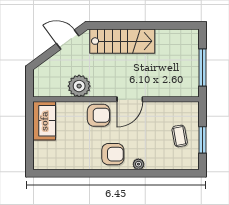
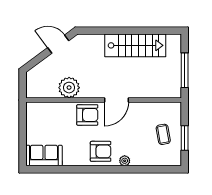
stairs: (122, 41) -> (135, 45), moved
sofa: (44, 121) -> (44, 156), moved, turned -90

